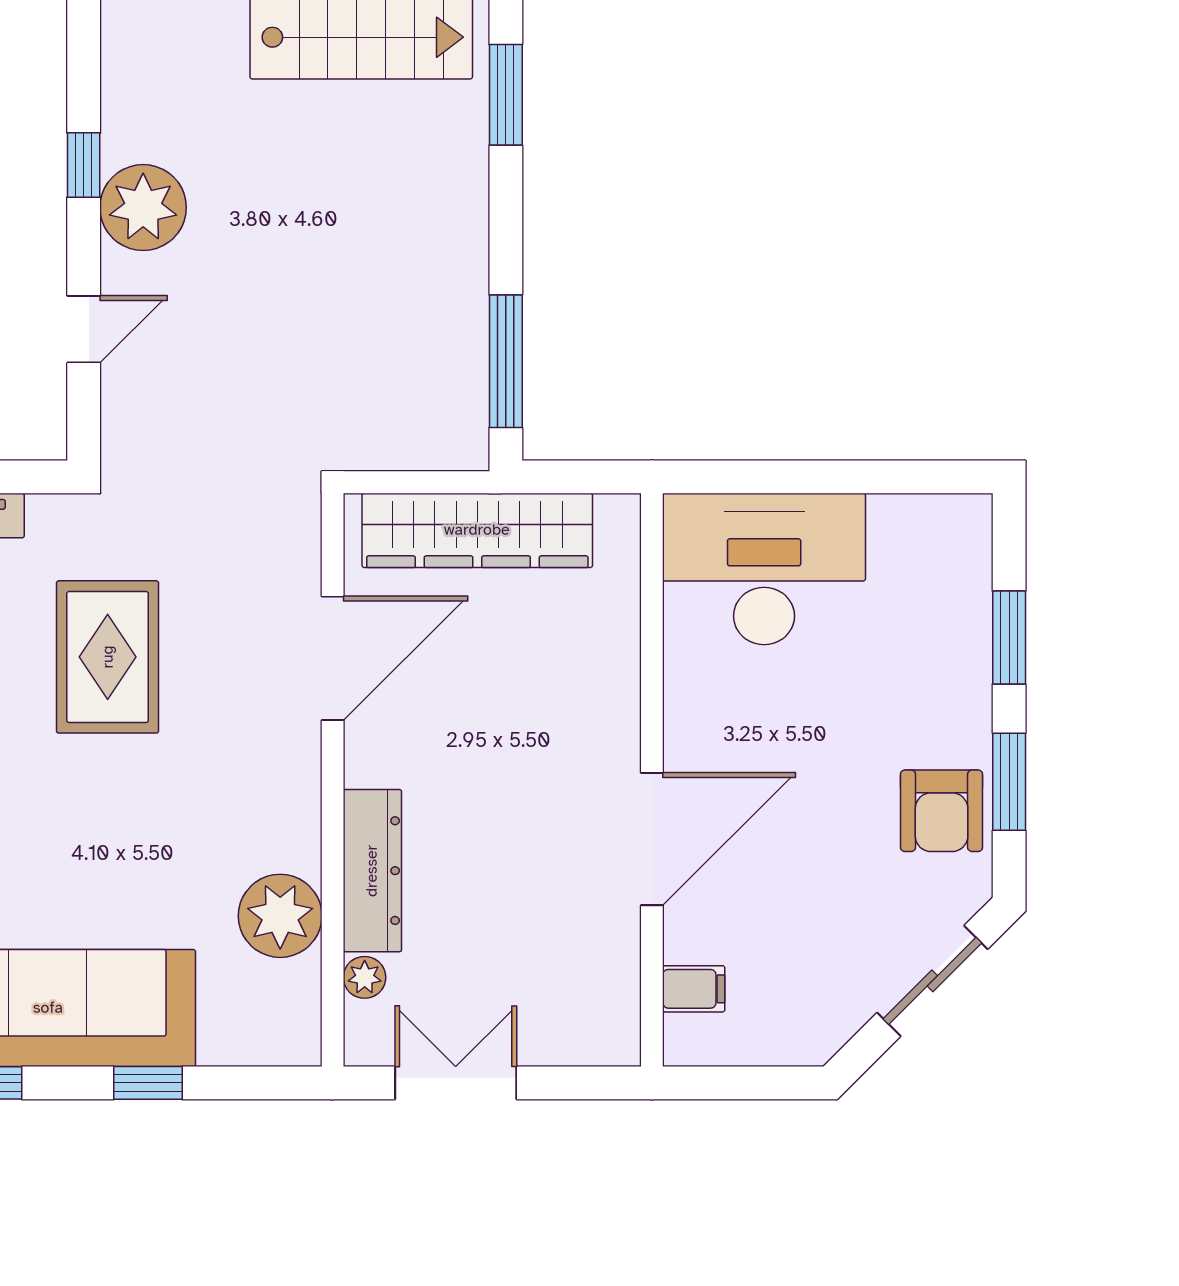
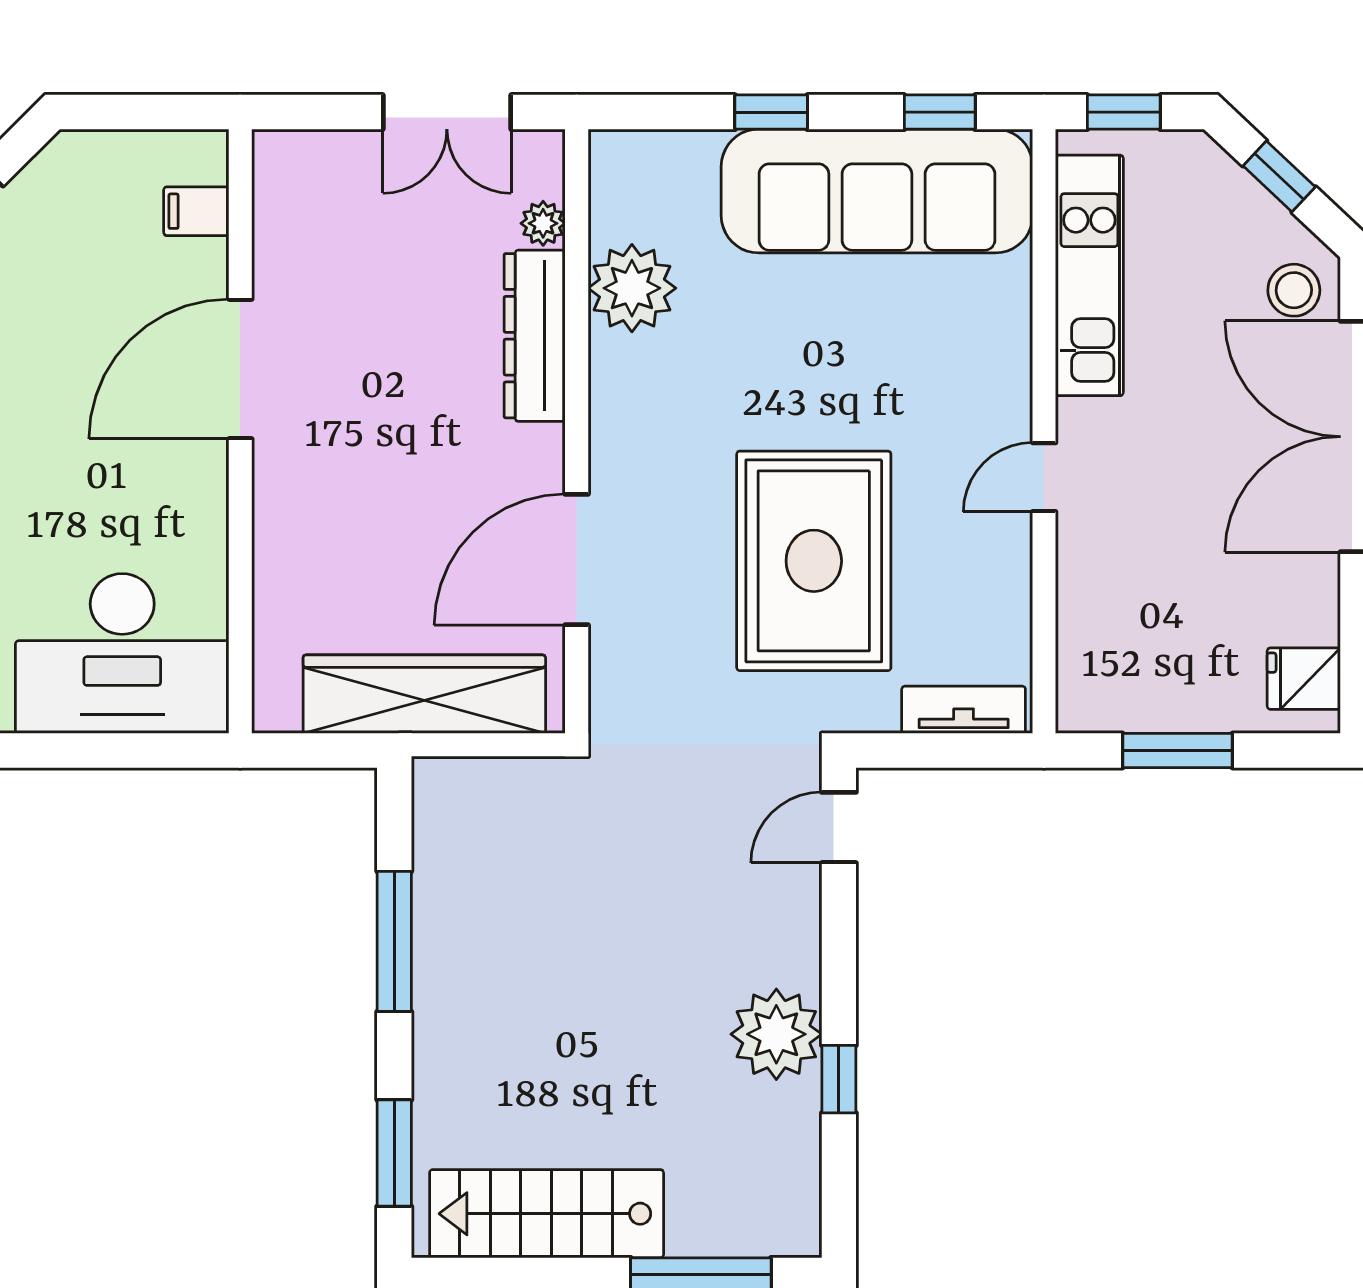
door: (84, 329) -> (839, 827), moved
window: (506, 361) -> (394, 941), moved
rug: (108, 657) -> (814, 561), width x1.37, depth x1.44

